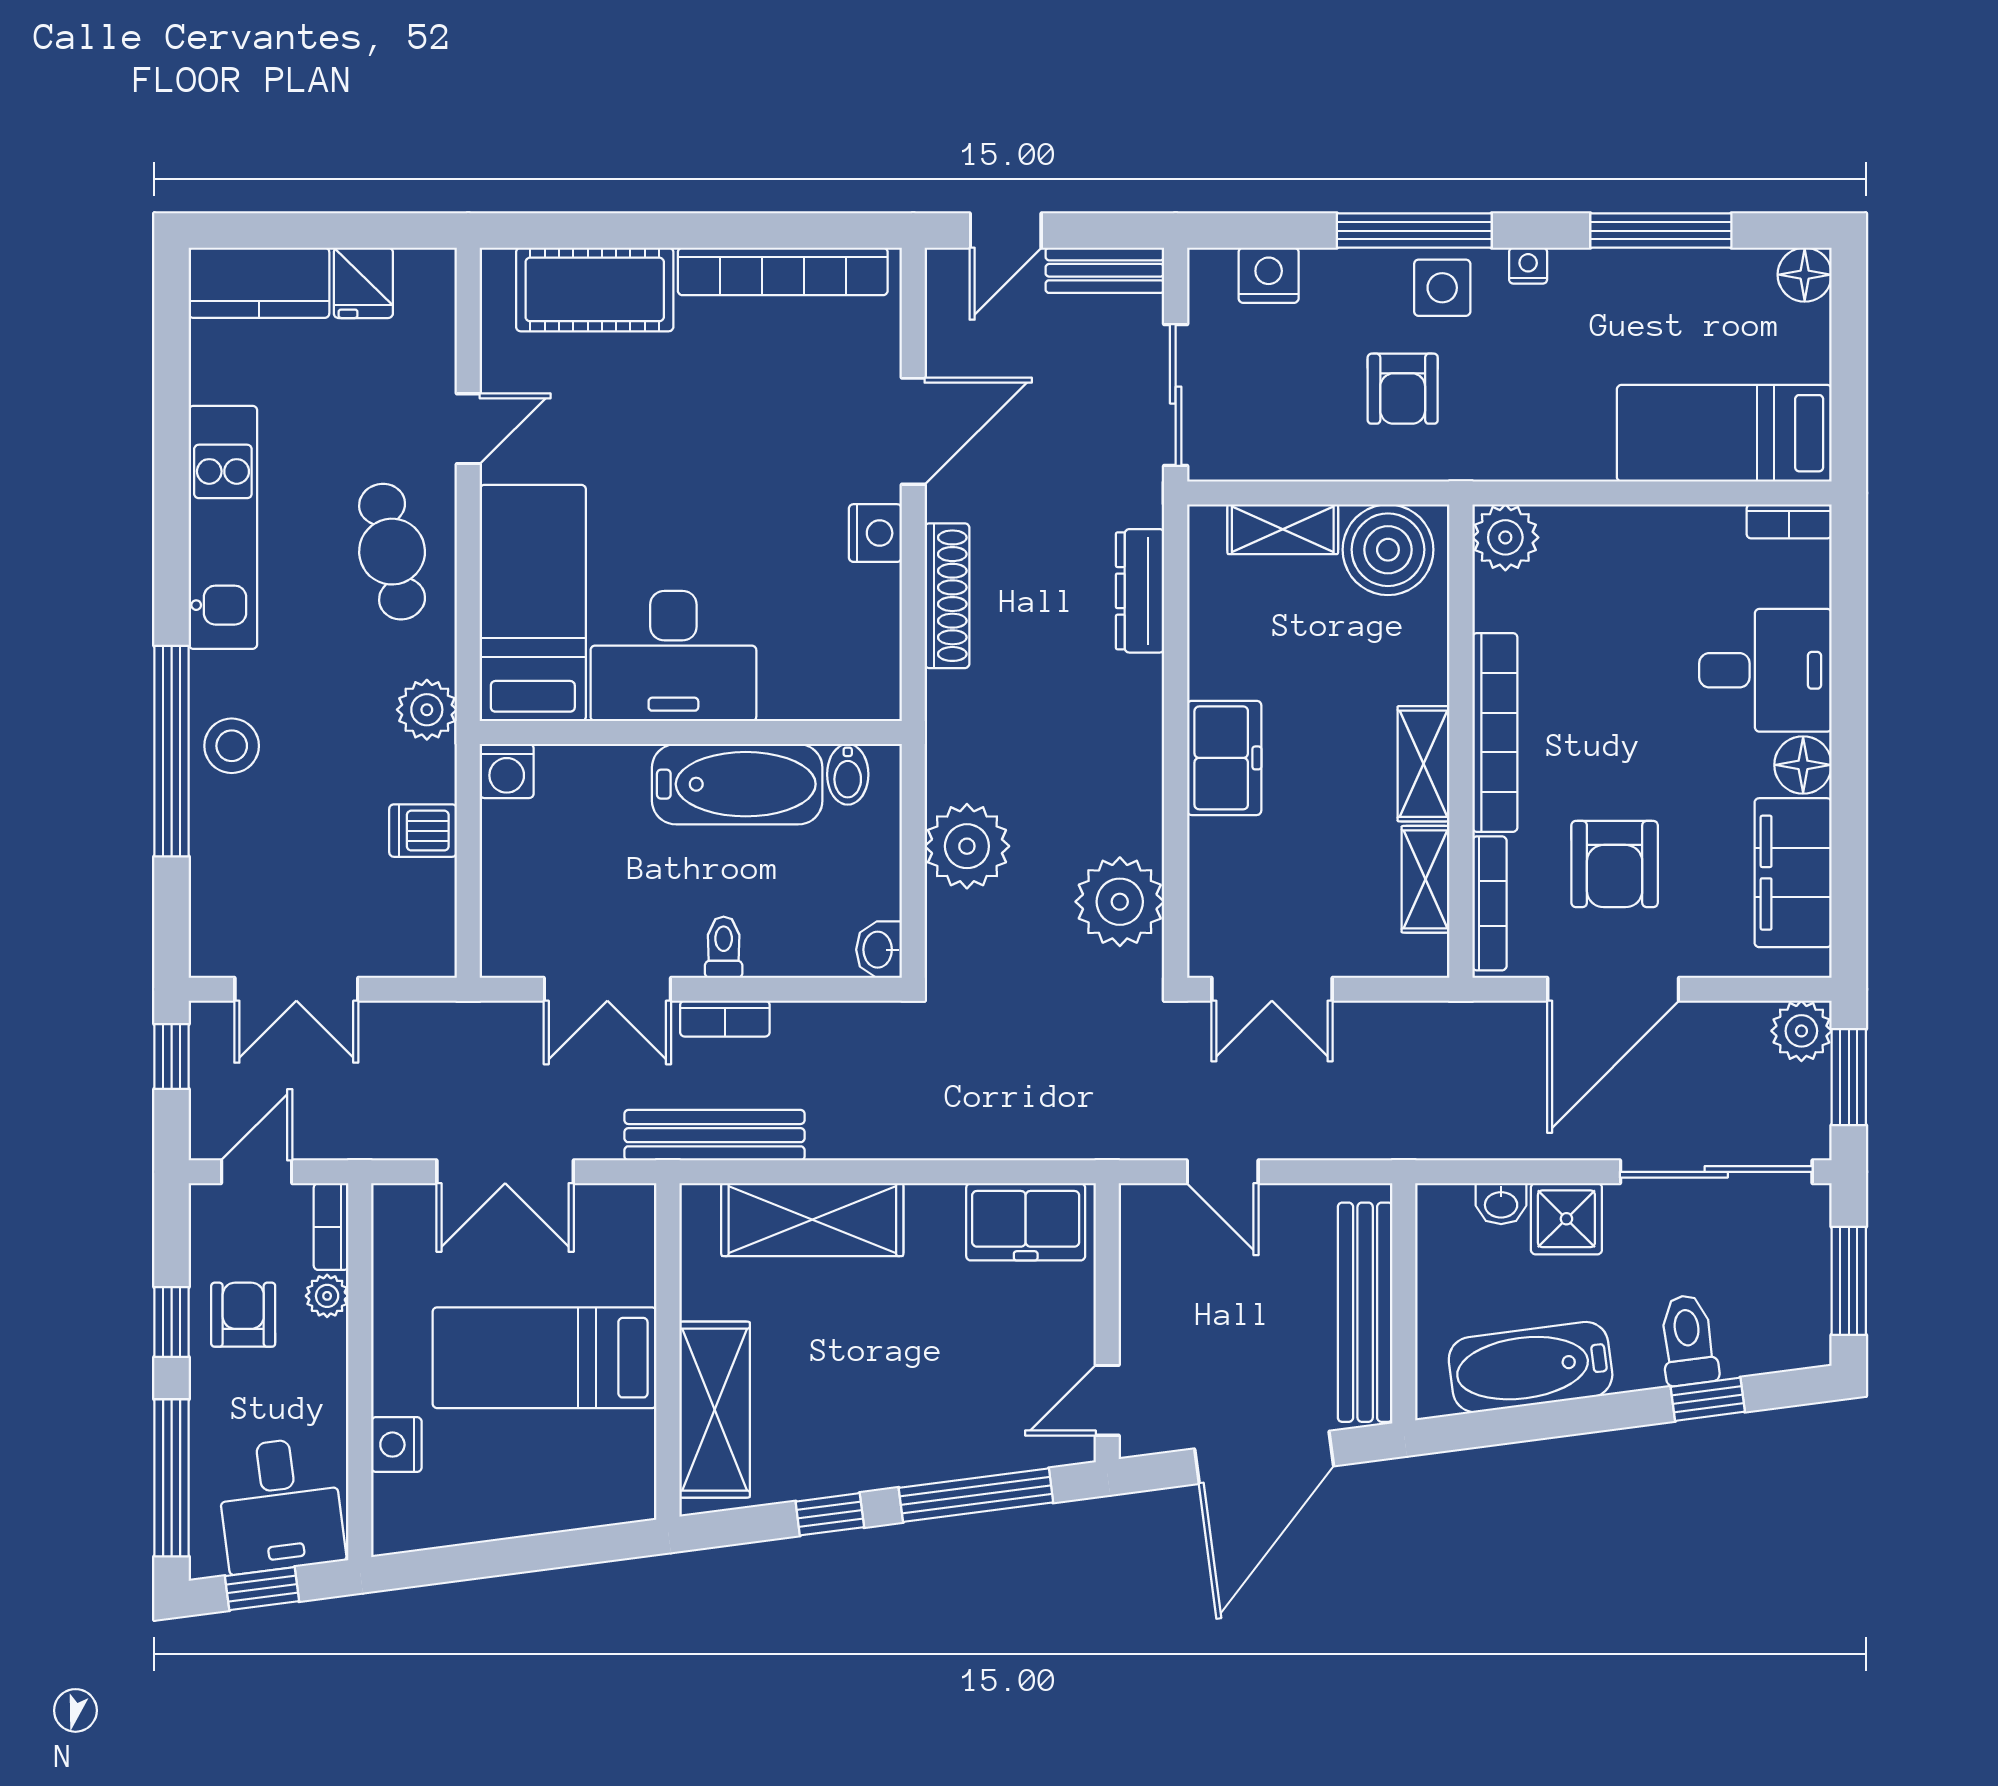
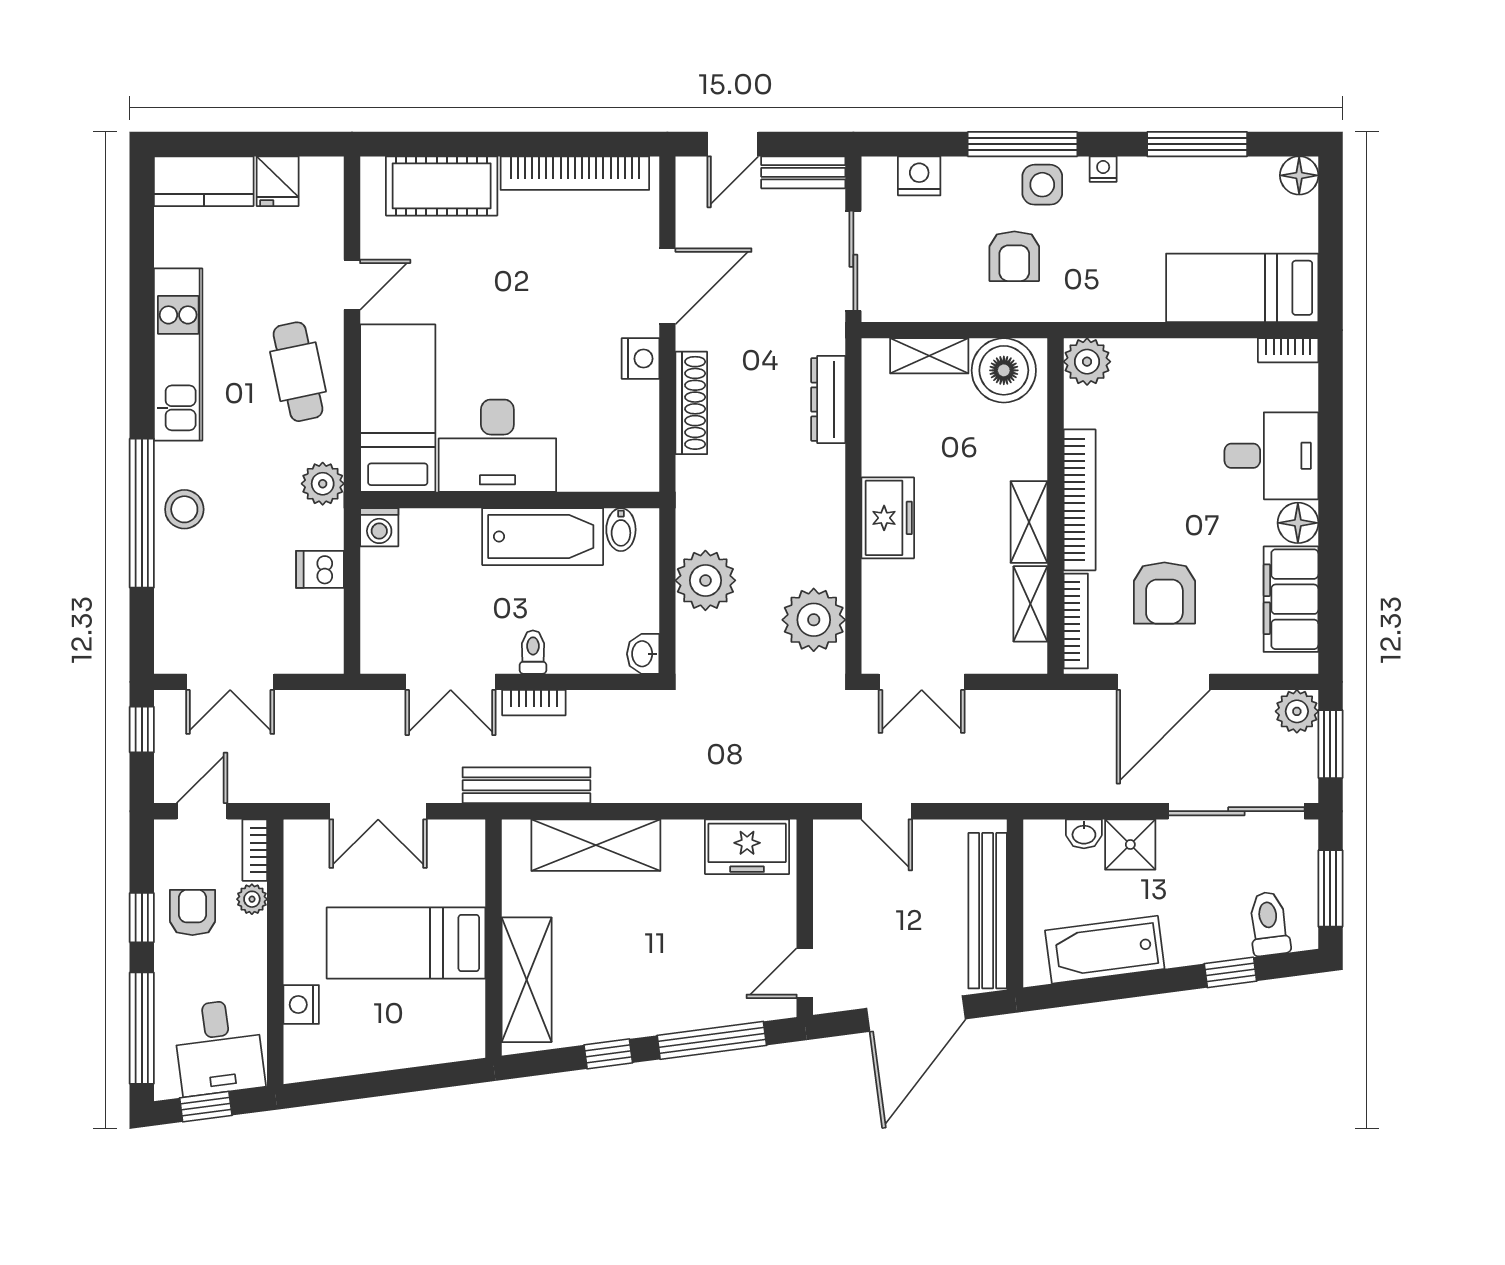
toilet: (1688, 1340) -> (1269, 924), moved

